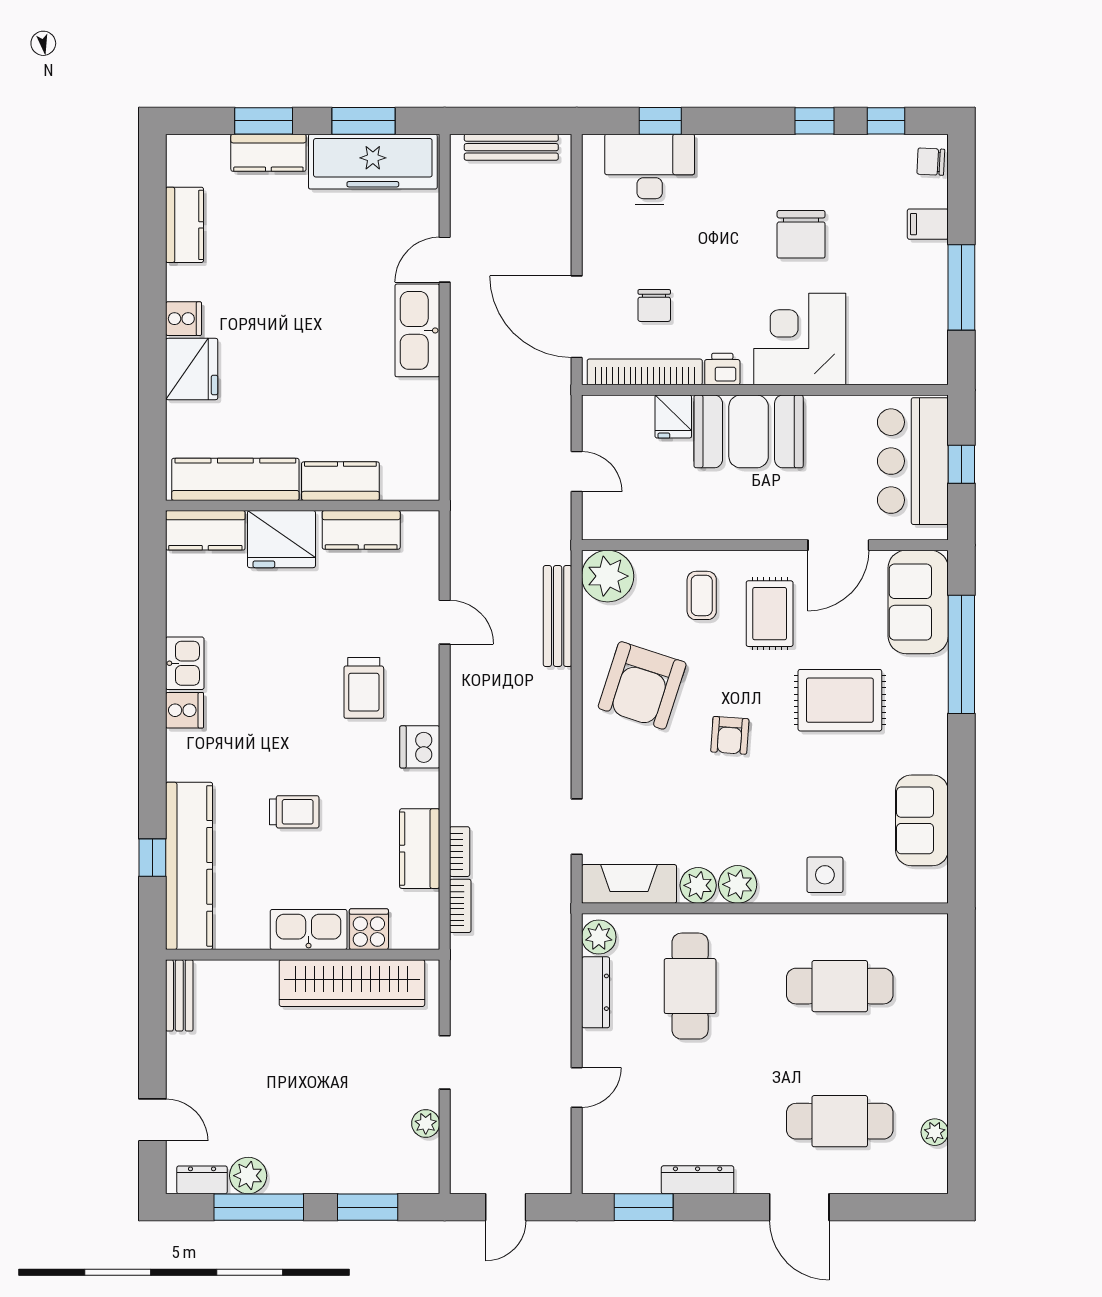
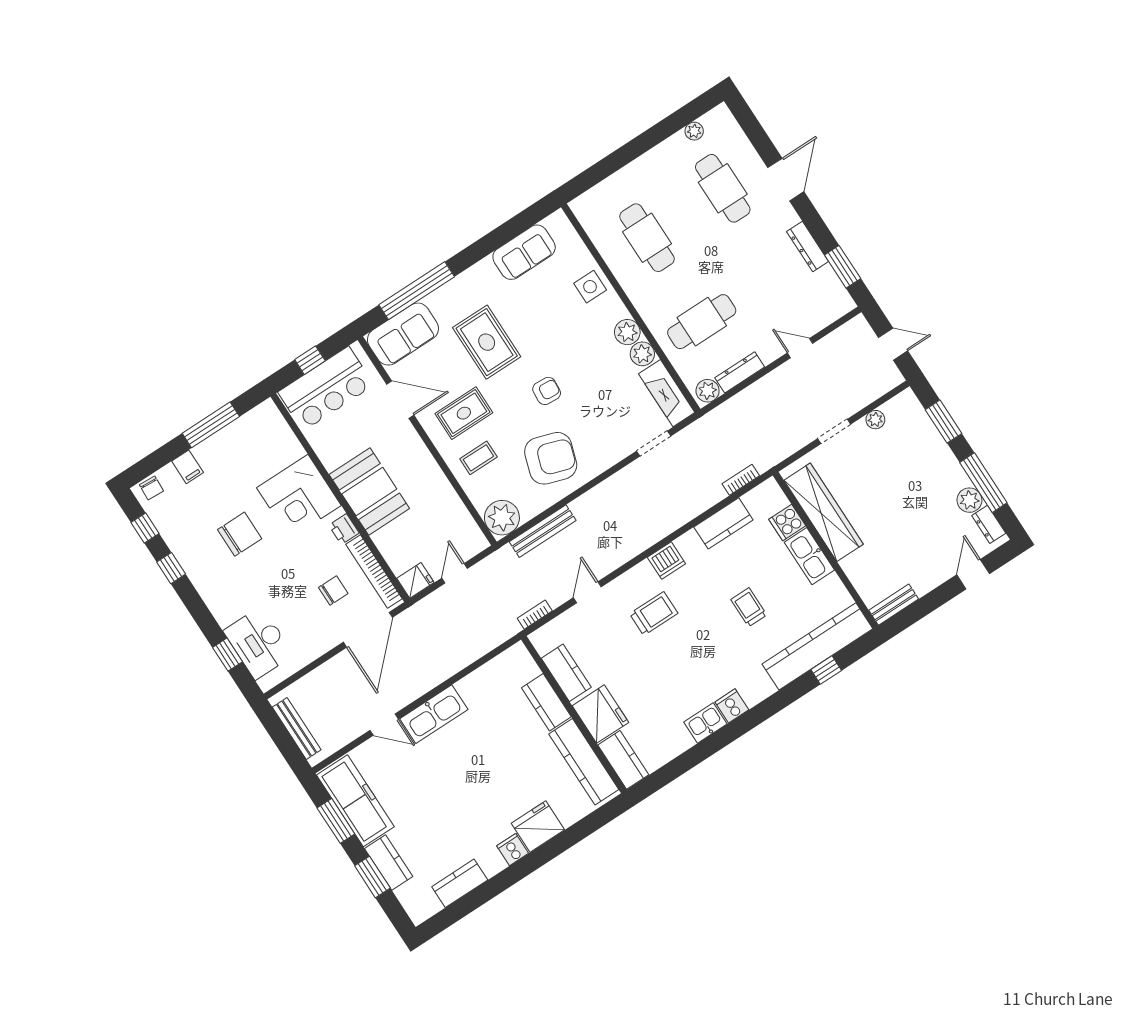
fridge: (673, 417) -> (415, 580), moved
bookcase: (460, 852) -> (535, 615), moved

